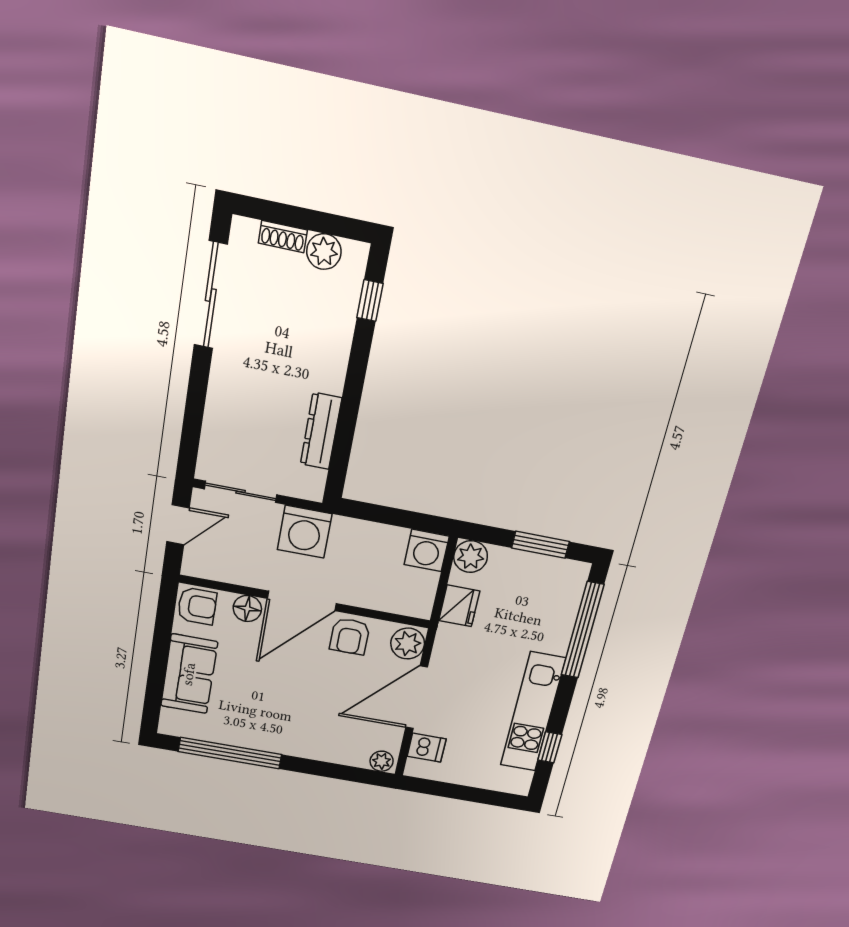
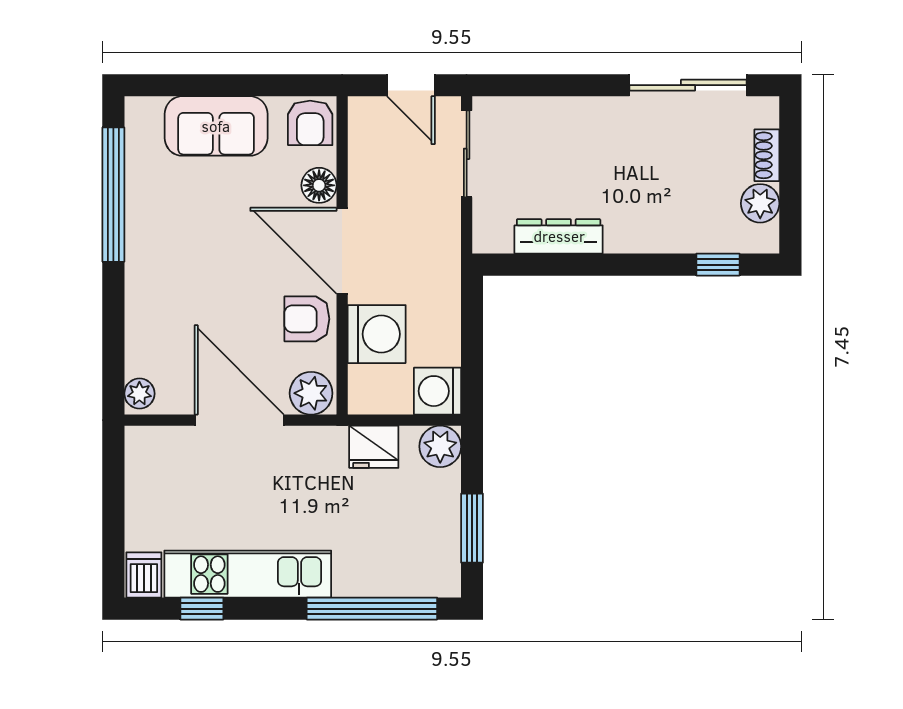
washing machine: (305, 532) -> (377, 334), moved, turned 180
dishwasher: (427, 748) -> (144, 575), moved, turned 180

